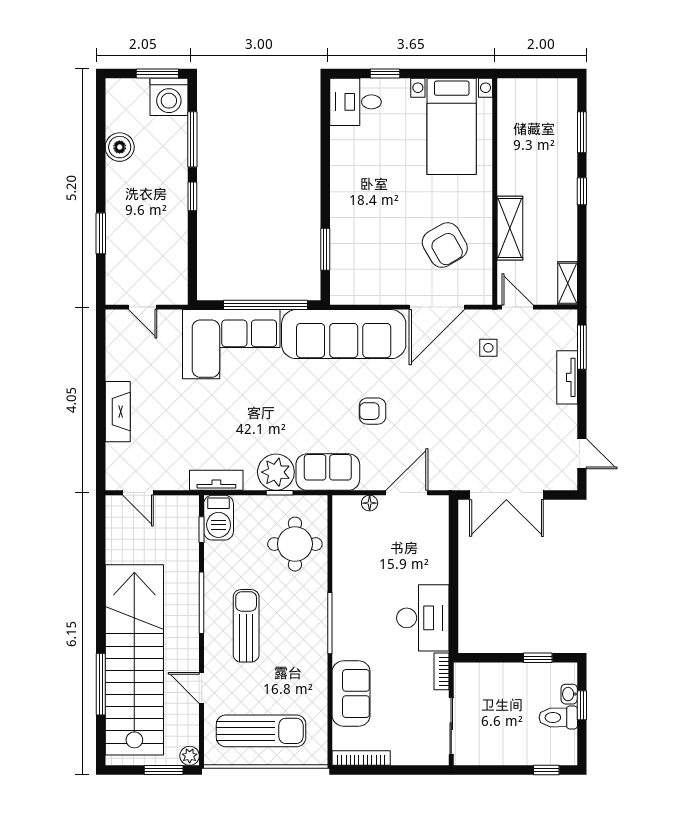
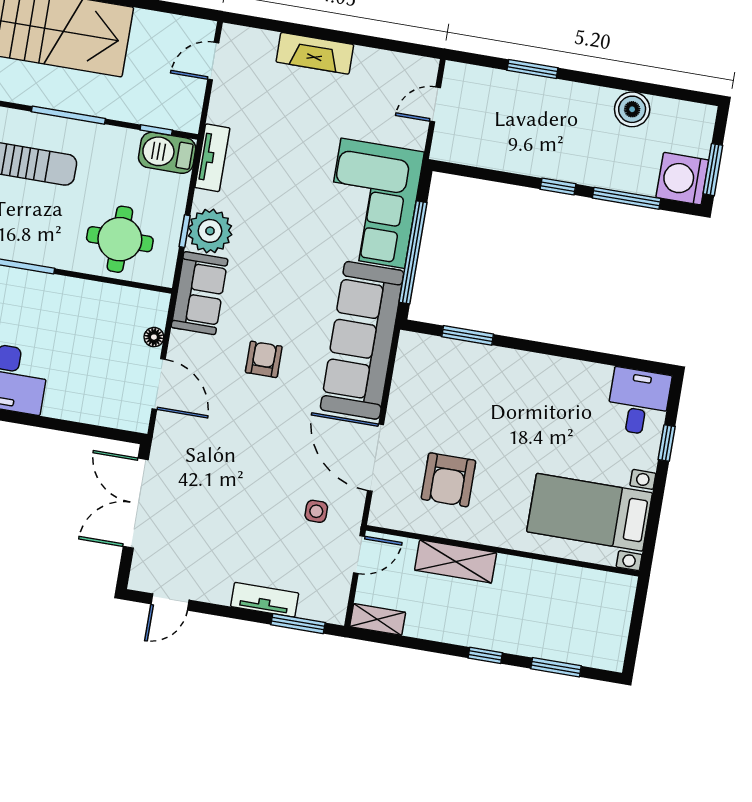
armchair: (445, 245) -> (448, 480), turned -60

